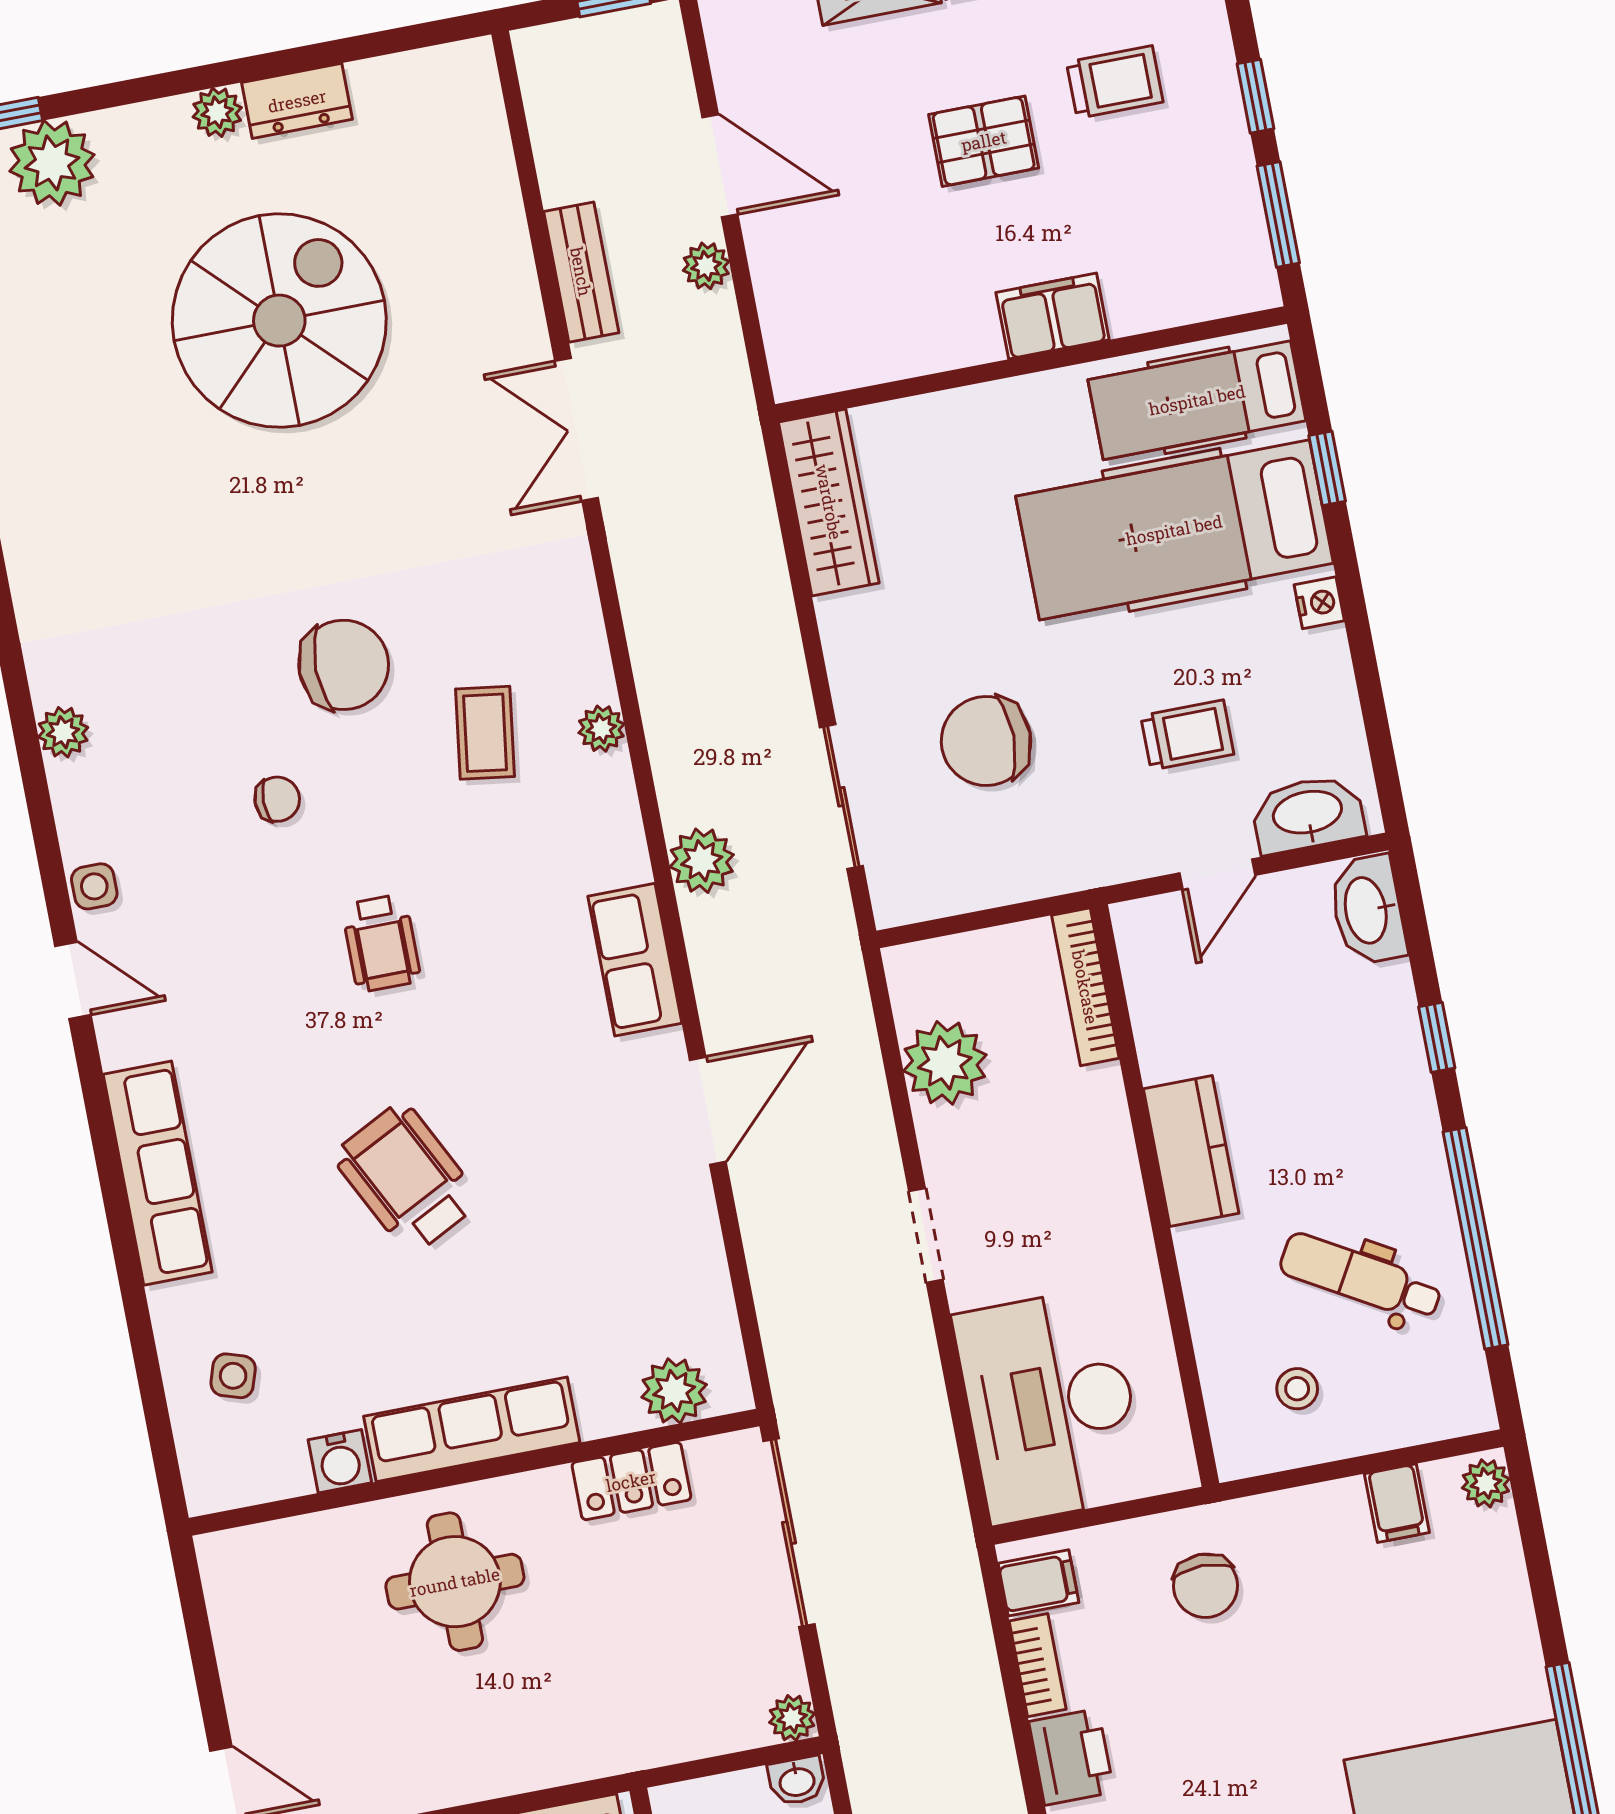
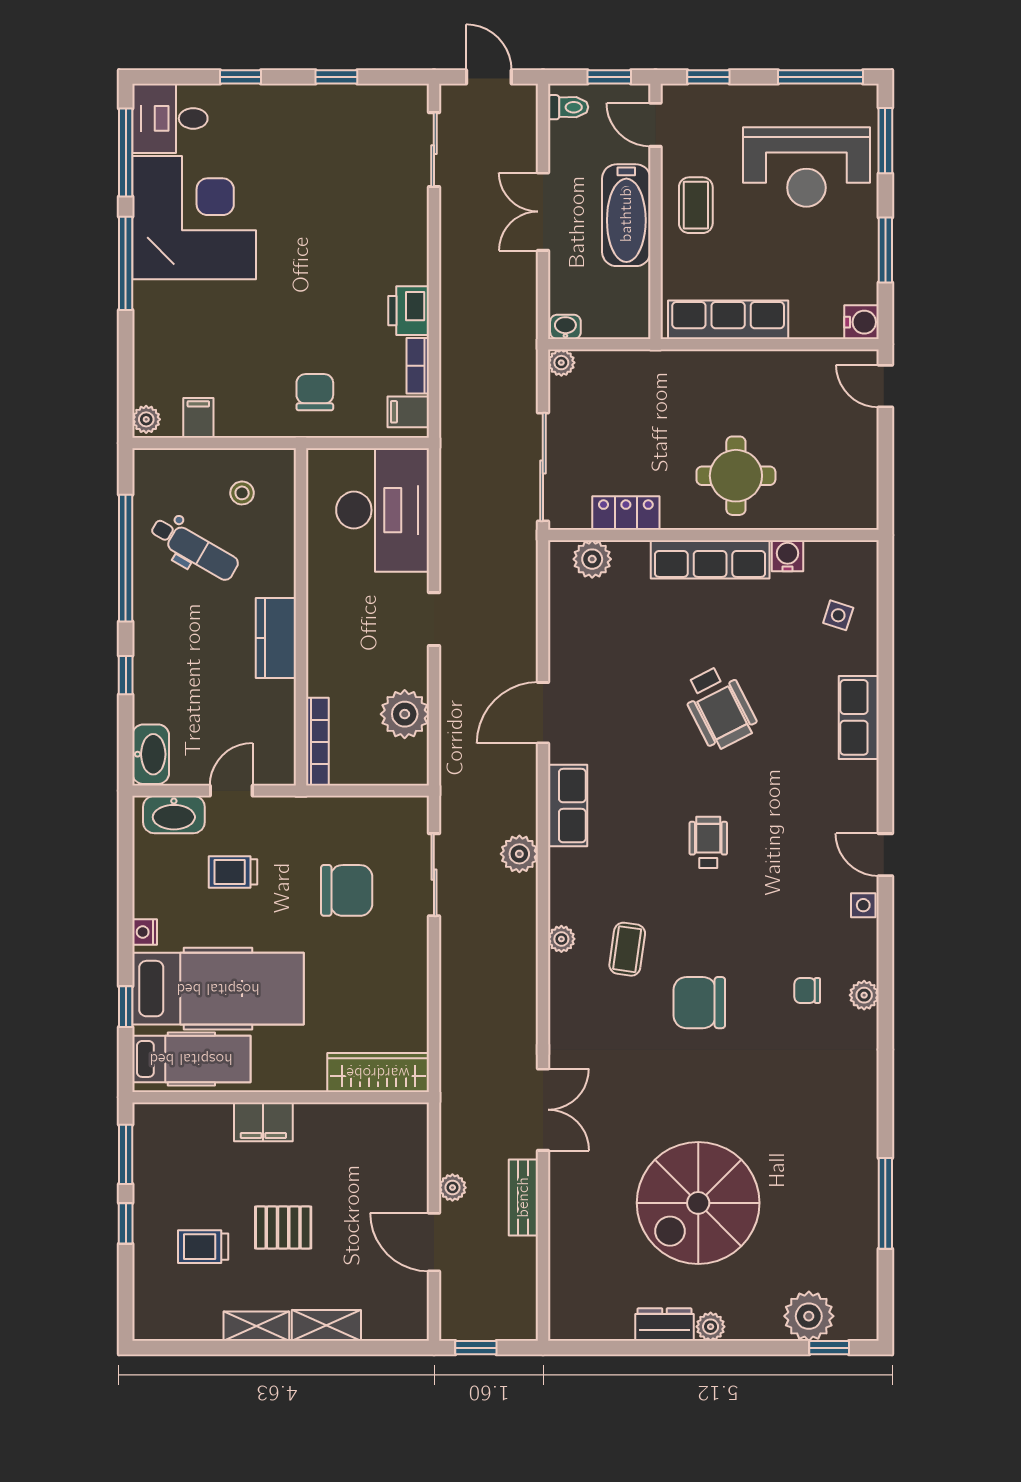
wardrobe: (829, 502) -> (378, 1073), moved, turned 90
chair: (277, 799) -> (807, 990), moved
row of seats: (158, 1173) -> (859, 717), width x0.68

